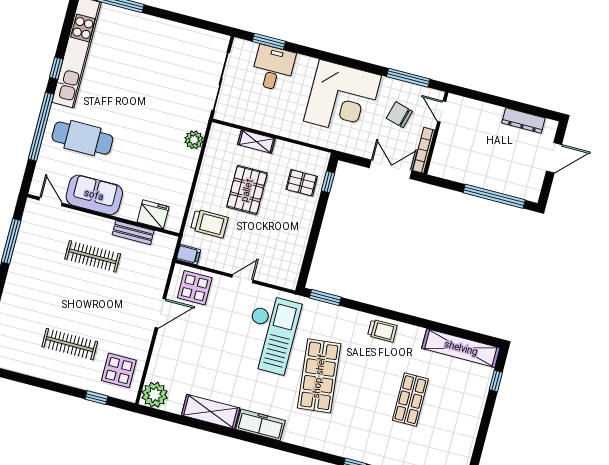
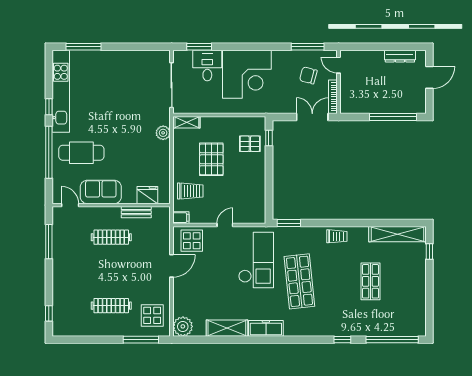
corner desk: (343, 98) -> (247, 74), moved
shelving: (256, 142) -> (187, 122), moved
window: (96, 398) -> (141, 340), width x2.17

